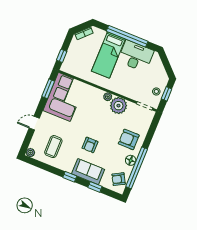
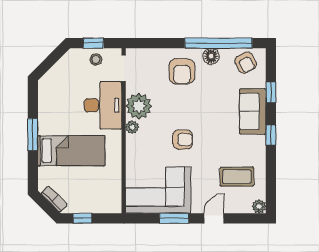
window: (127, 36) -> (33, 135), width x0.47
window: (62, 56) -> (83, 218), moved
desk: (136, 56) -> (103, 105), moved, turned 180
window: (48, 89) -> (174, 218), moved
door: (34, 123) -> (214, 218), swing flipped
armchair: (90, 145) -> (183, 140), moved

